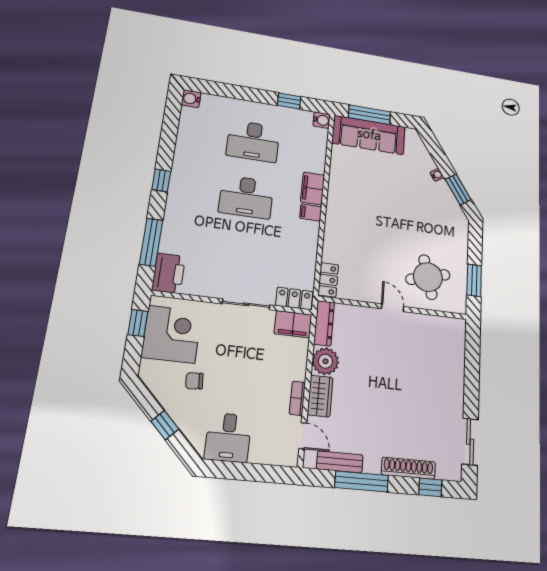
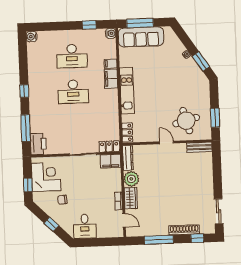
filing cabinet: (311, 212) -> (111, 64), moved
kitchen unit: (336, 212) -> (127, 91), added
window: (138, 323) -> (28, 185), moved
bench: (340, 462) -> (199, 147), moved

